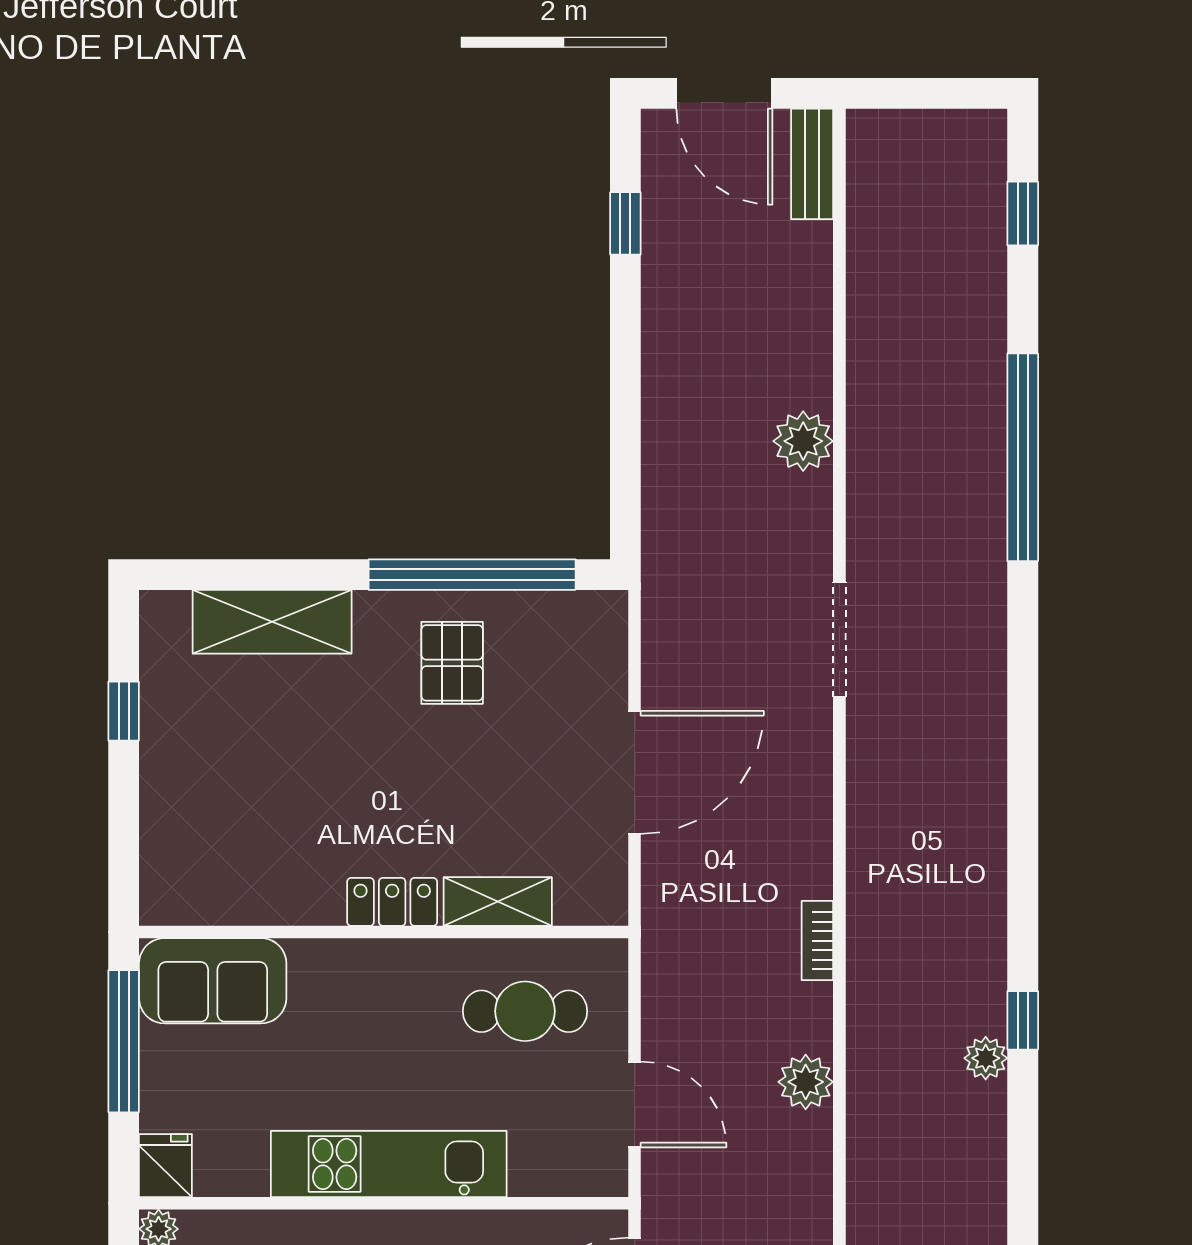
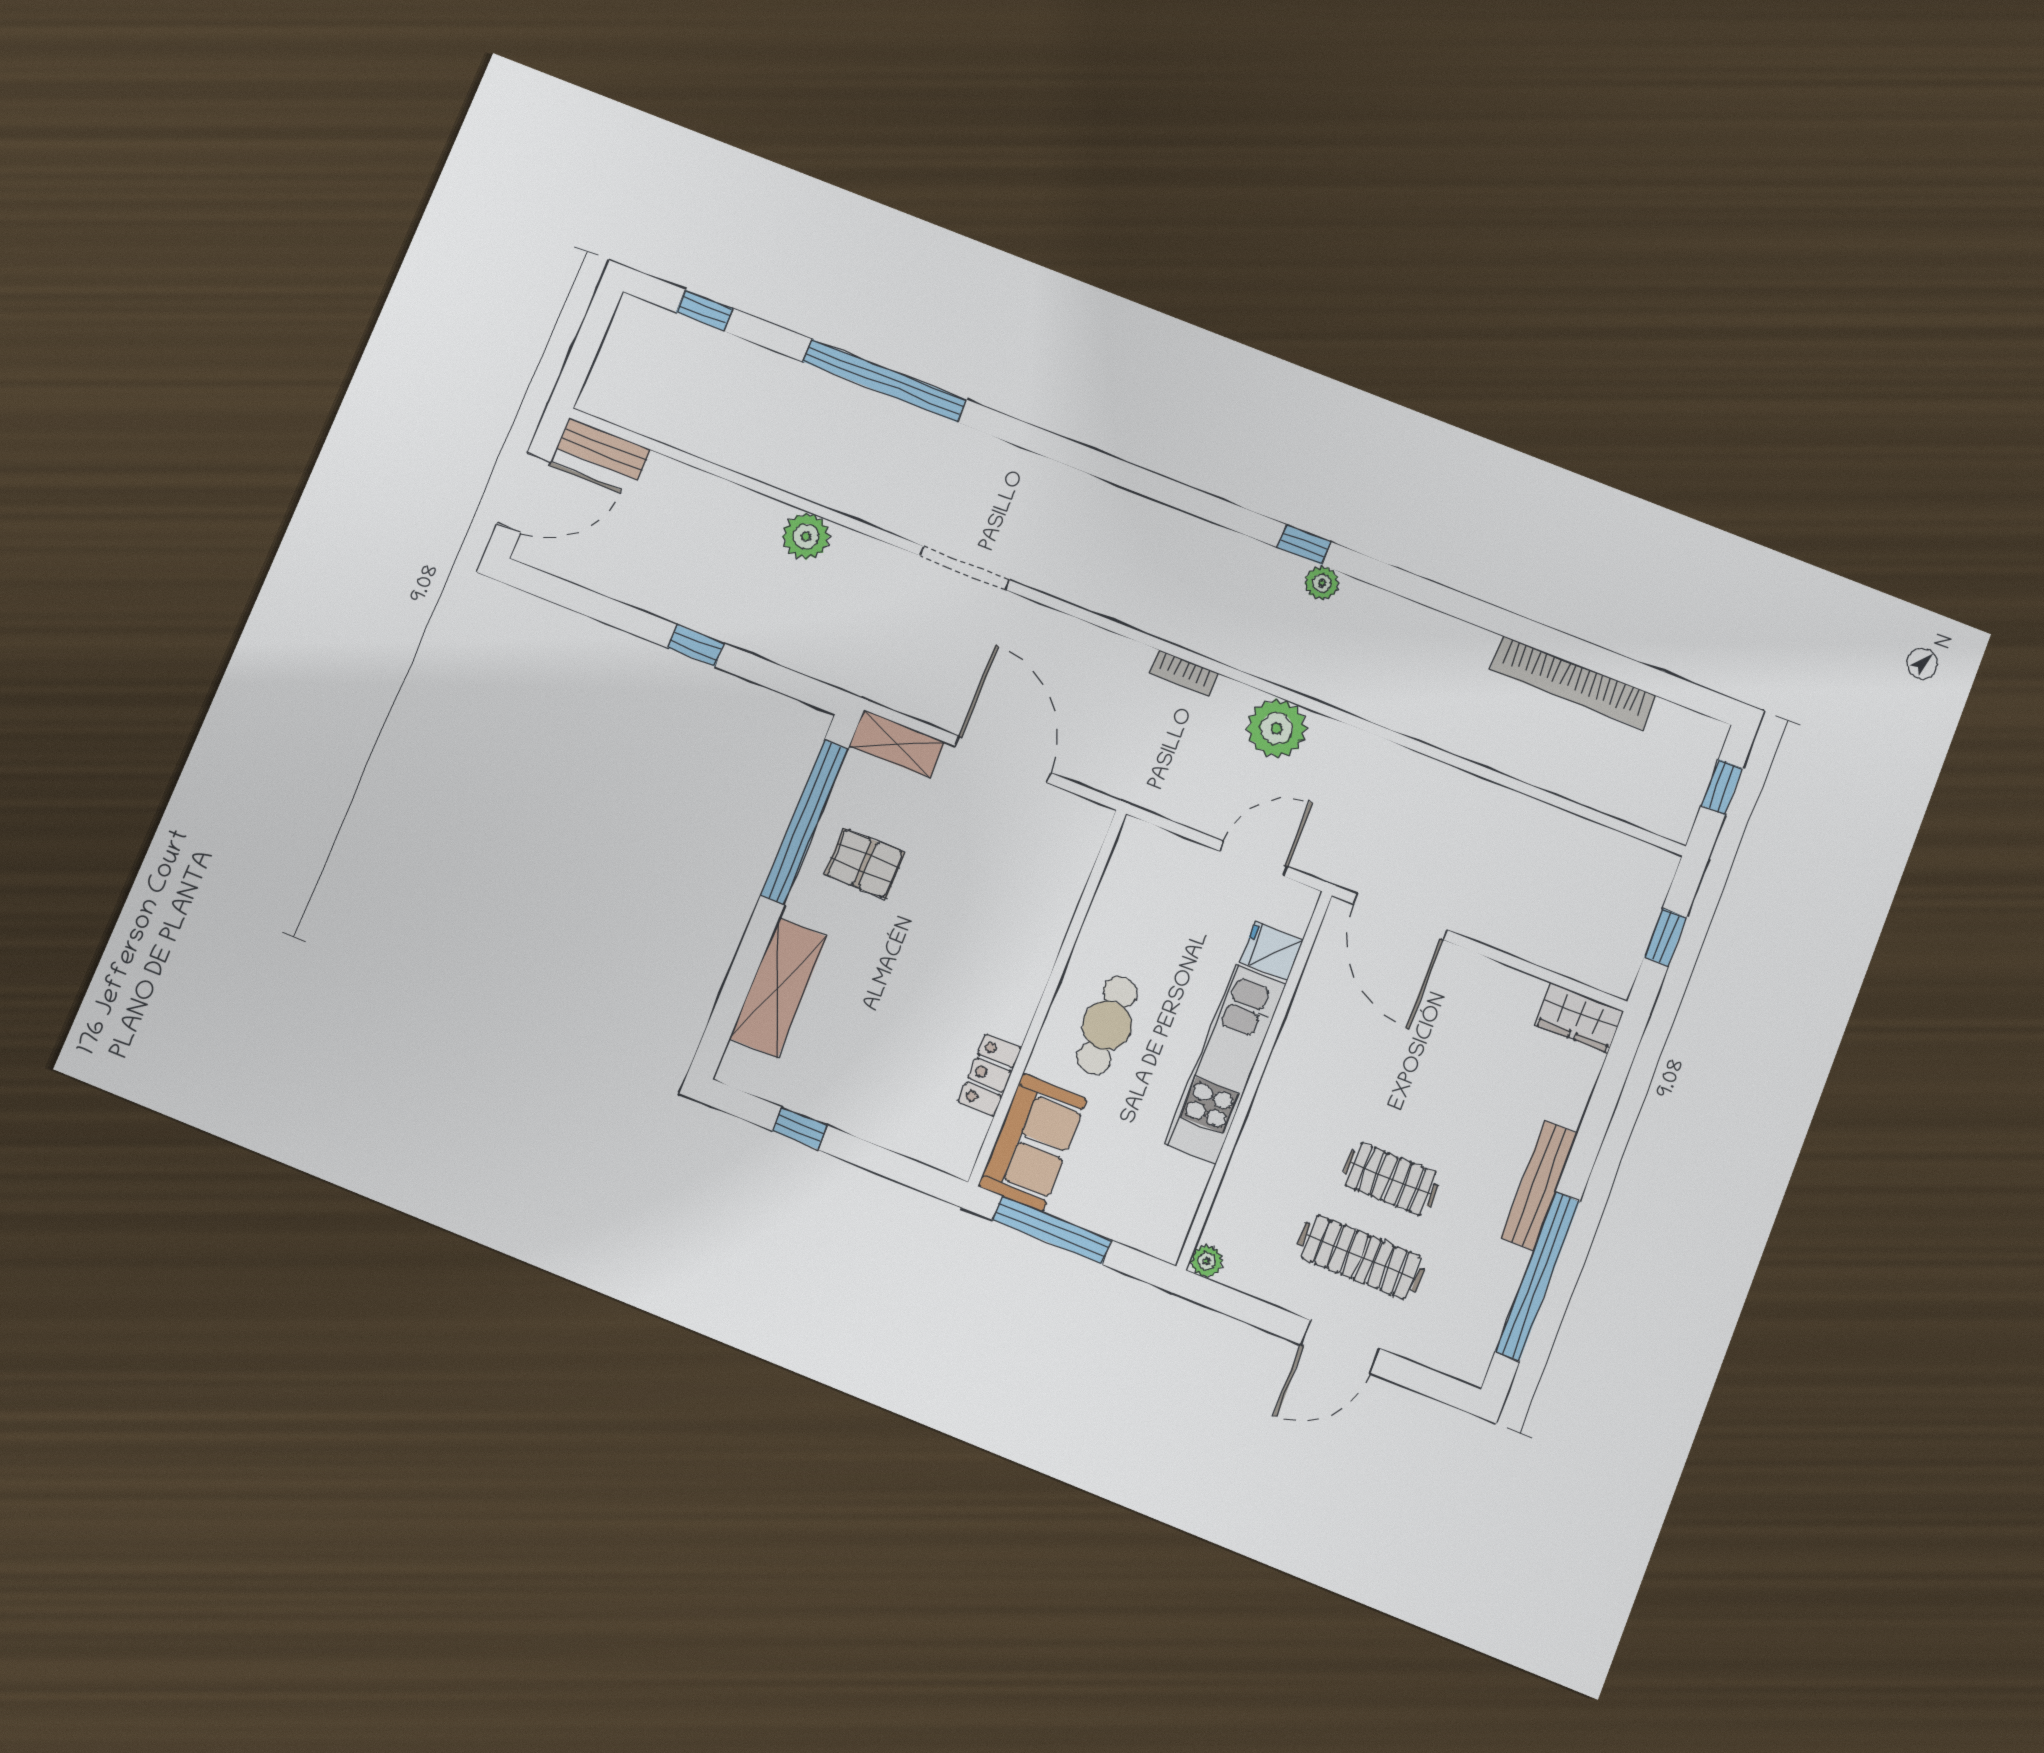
window: (625, 223) -> (696, 646), moved
shelving: (498, 901) -> (897, 744), moved, turned 90
locker: (392, 902) -> (990, 1075), moved
cafe table: (525, 1011) -> (1107, 1025), moved
plant: (806, 1082) -> (1277, 728), width x1.36, depth x1.36
fridge: (165, 1166) -> (1271, 951), moved

